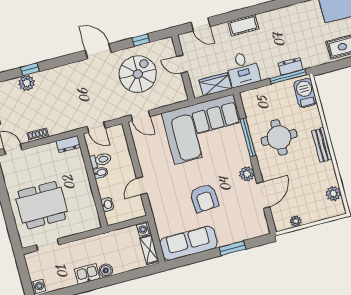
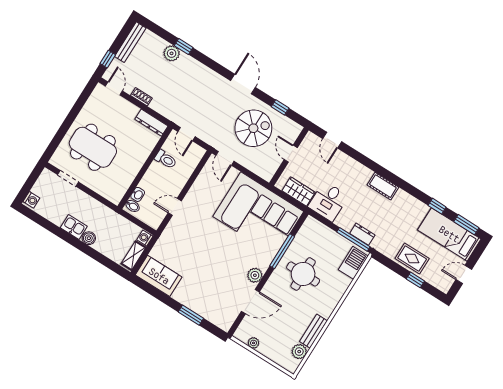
cot: (243, 25) -> (383, 186), moved
dresser: (68, 144) -> (151, 123), width x1.44
bench: (322, 145) -> (313, 331), moved
bidet: (101, 173) -> (133, 206), moved
armchair: (204, 198) -> (208, 261), removed
sofa: (189, 243) -> (159, 276), width x0.73

